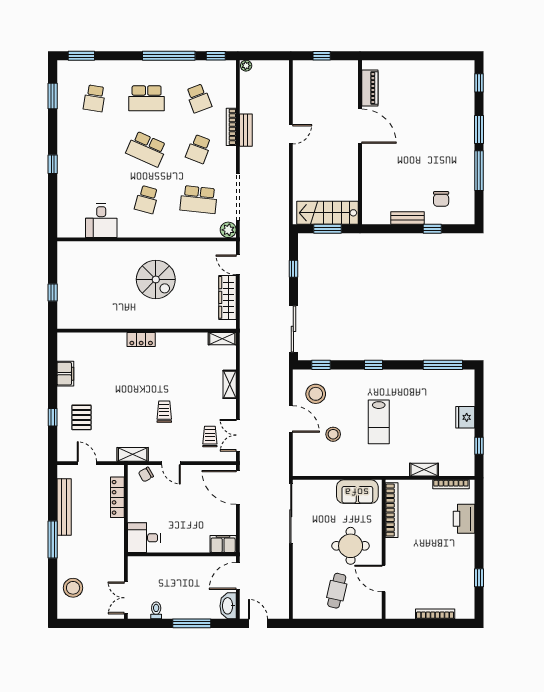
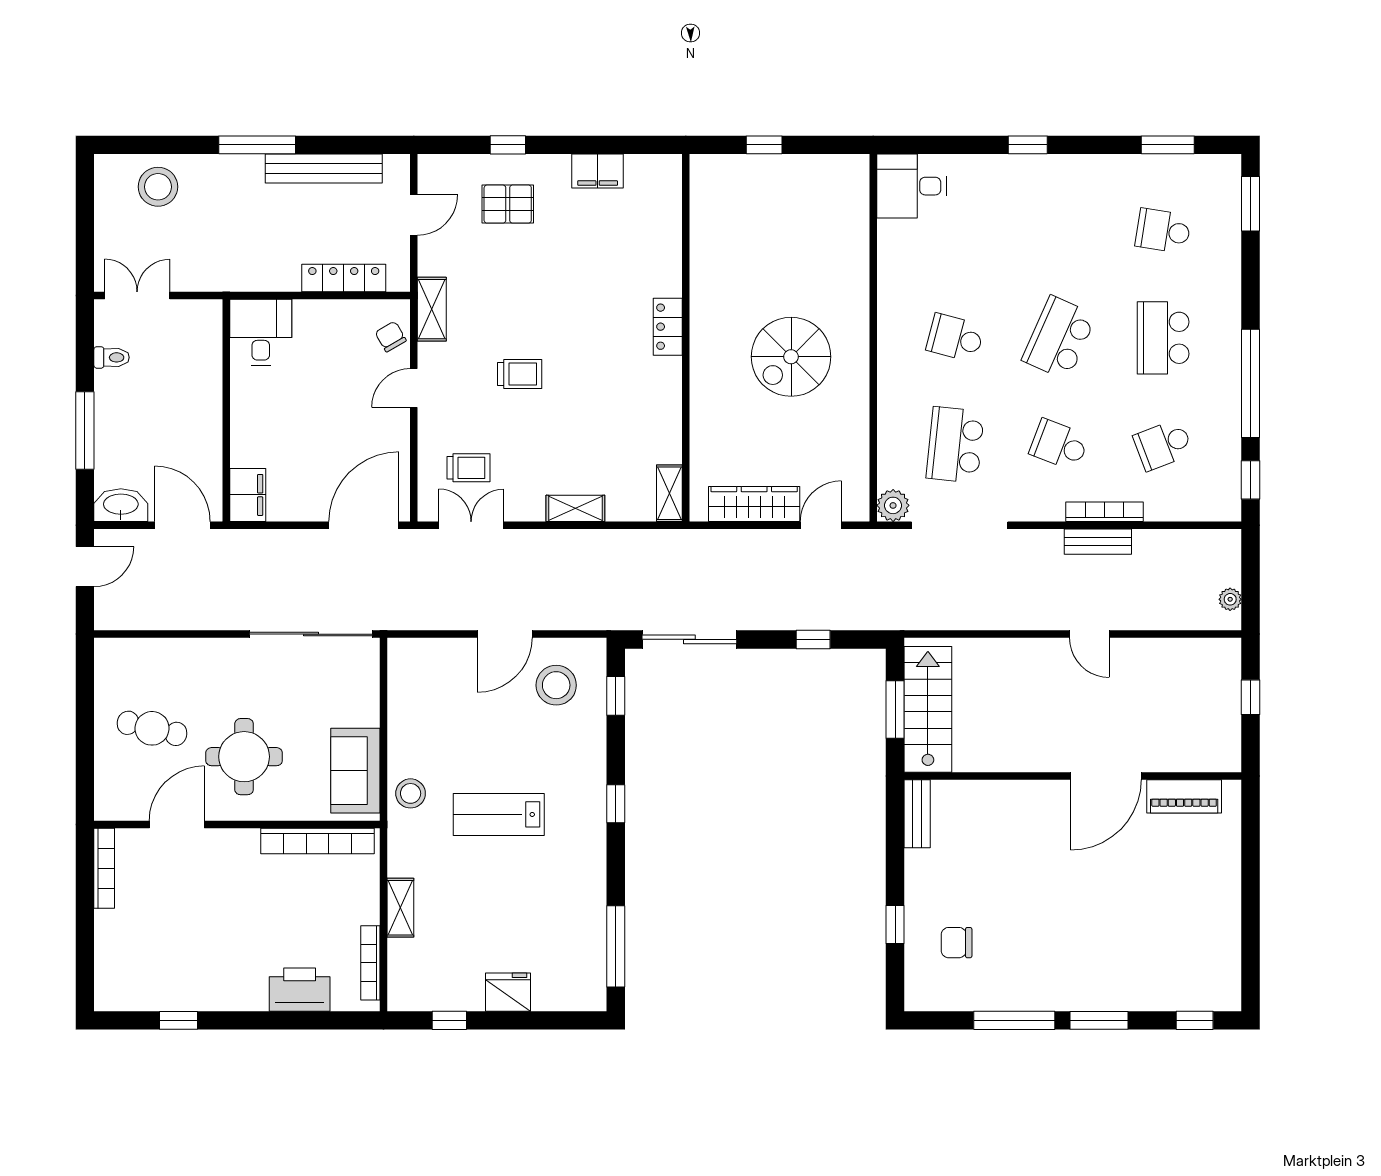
plant: (246, 66) -> (1230, 599), moved
bench: (408, 218) -> (917, 814), moved
desk: (101, 221) -> (912, 186), moved
stool: (333, 434) -> (411, 793), moved
bookcase: (435, 614) -> (104, 868), moved

